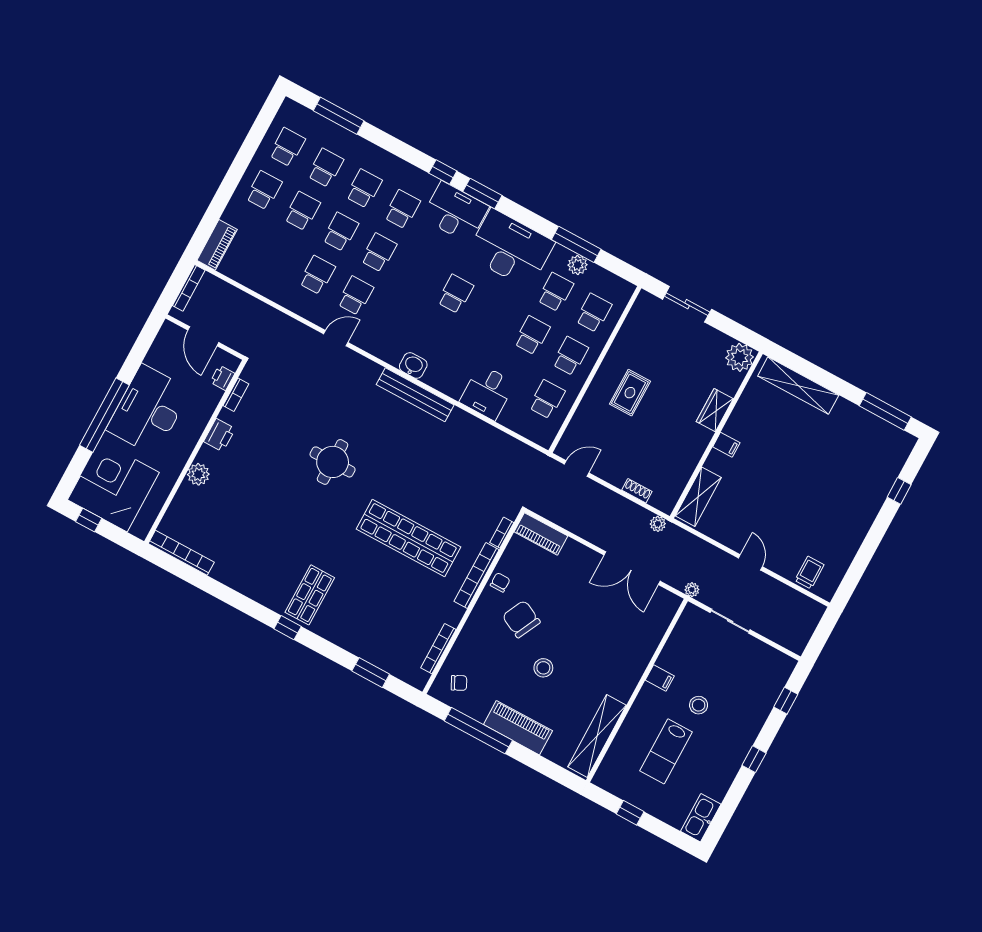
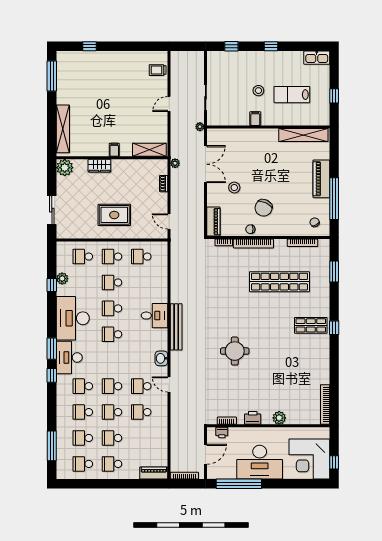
window: (576, 244) -> (52, 285), width x0.46
school desk: (555, 292) -> (112, 308), moved
washbasin: (413, 365) -> (161, 358), moved
desk: (487, 392) -> (154, 316), moved
rug: (630, 393) -> (114, 215), width x1.36, depth x1.43
window: (104, 415) -> (239, 484), moved
shop shelf: (409, 538) -> (279, 282), moved, turned 90
stool: (543, 668) -> (234, 188), moved
lab bench: (666, 751) -> (292, 95), turned 180

